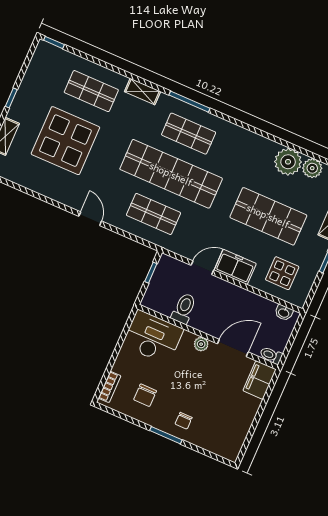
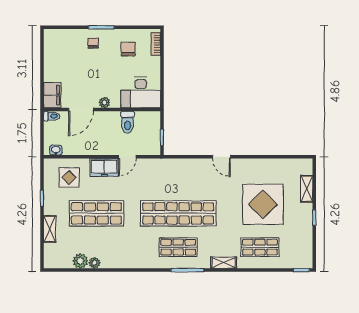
plant: (288, 162) -> (94, 263), width x0.53, depth x0.53
shop shelf: (153, 214) -> (178, 180), removed

